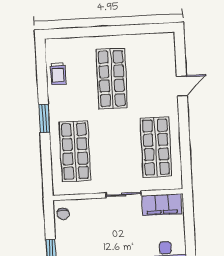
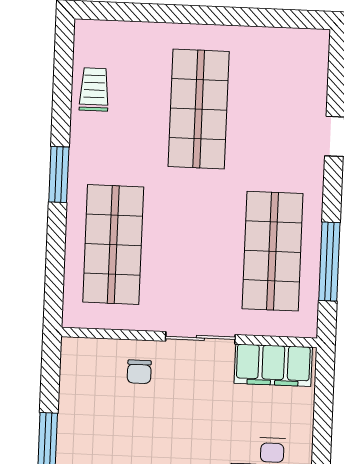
trolley: (58, 74) -> (94, 89), turned 180
window: (185, 149) -> (329, 261), added
chair: (63, 214) -> (139, 372), moved

